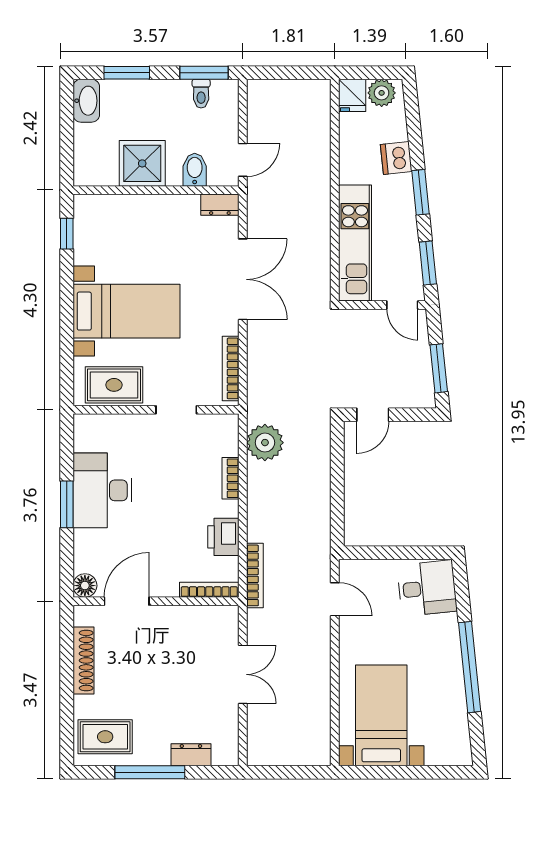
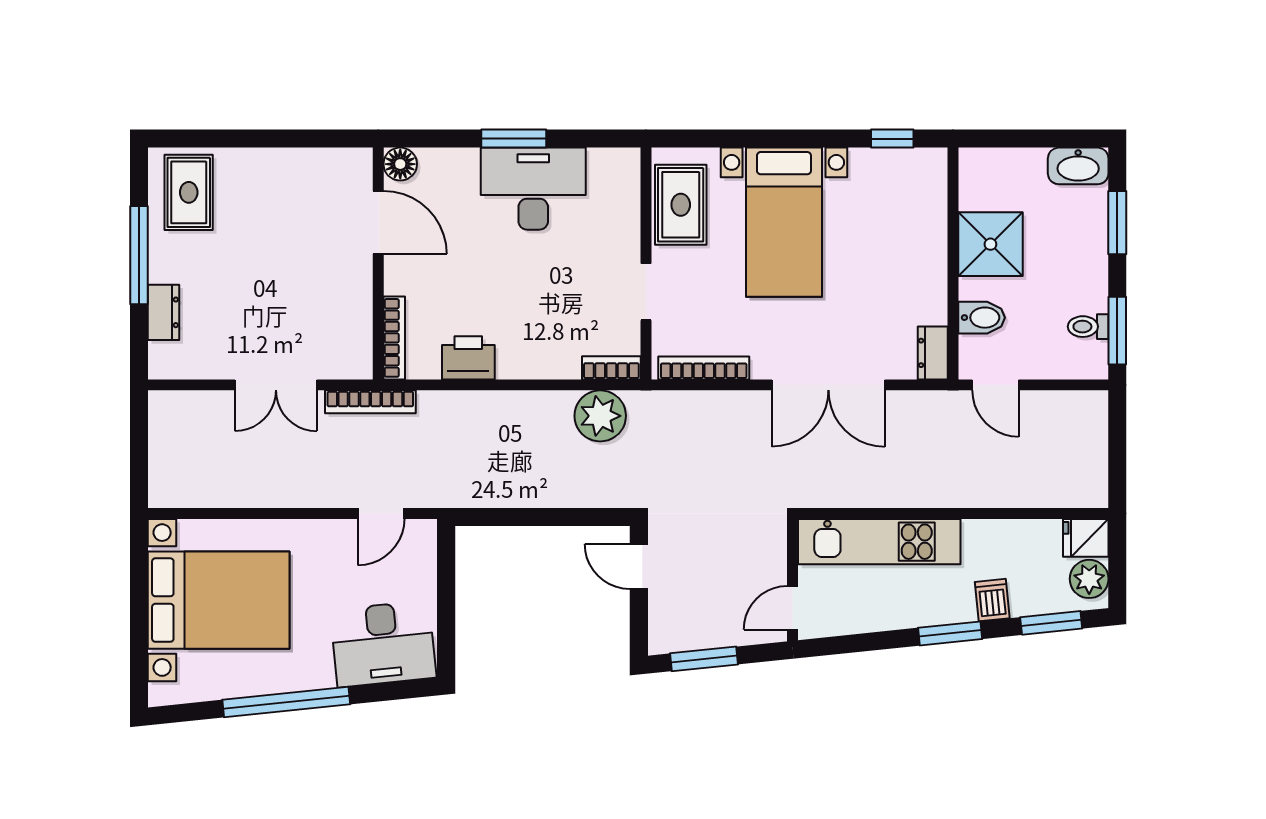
dishwasher: (396, 158) -> (992, 600), width x0.73
window: (428, 263) -> (1051, 623), moved
bookcase: (231, 478) -> (611, 368), moved
bookcase: (255, 575) -> (370, 402), moved
desk: (427, 588) -> (383, 644), width x1.37
shoe rack: (83, 660) -> (295, 162), removed
bed with nightstands: (381, 715) -> (219, 600), width x1.36

